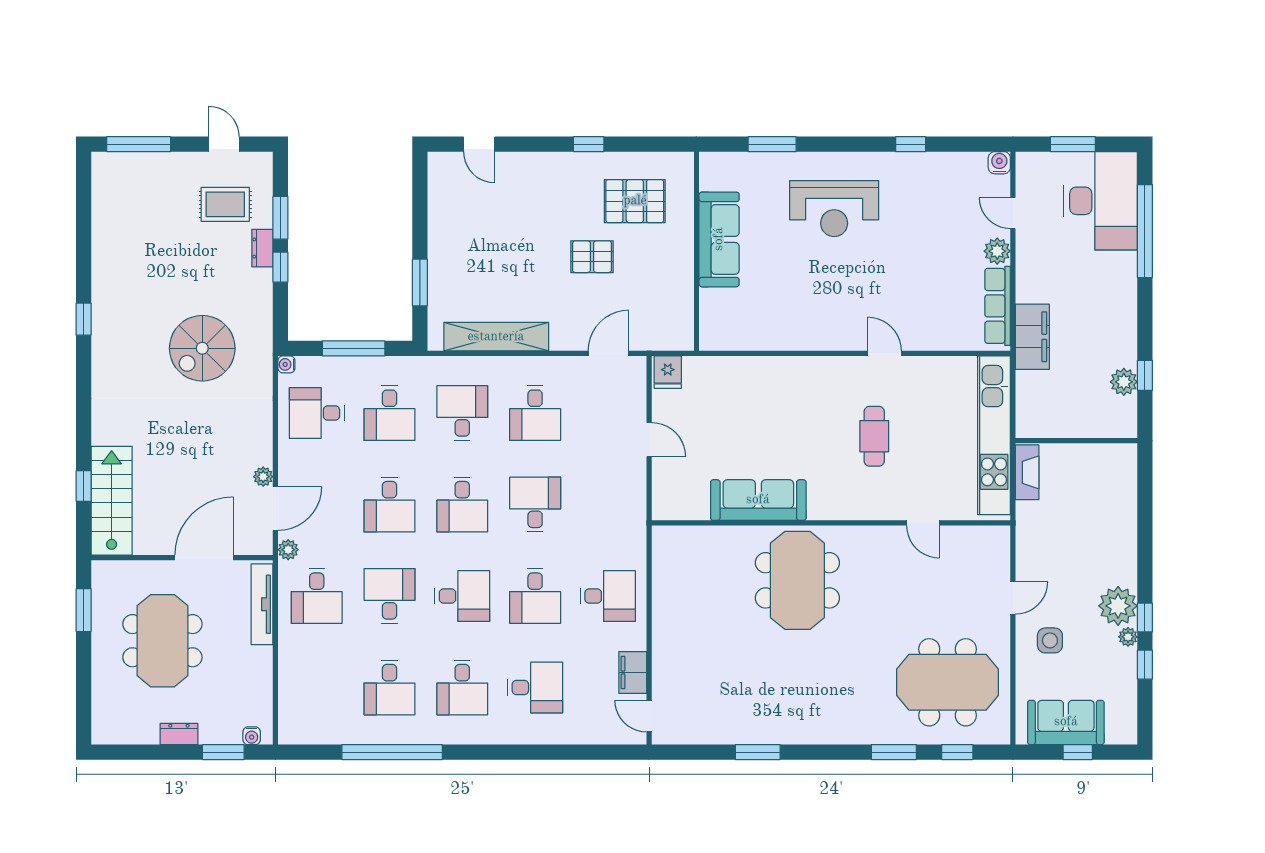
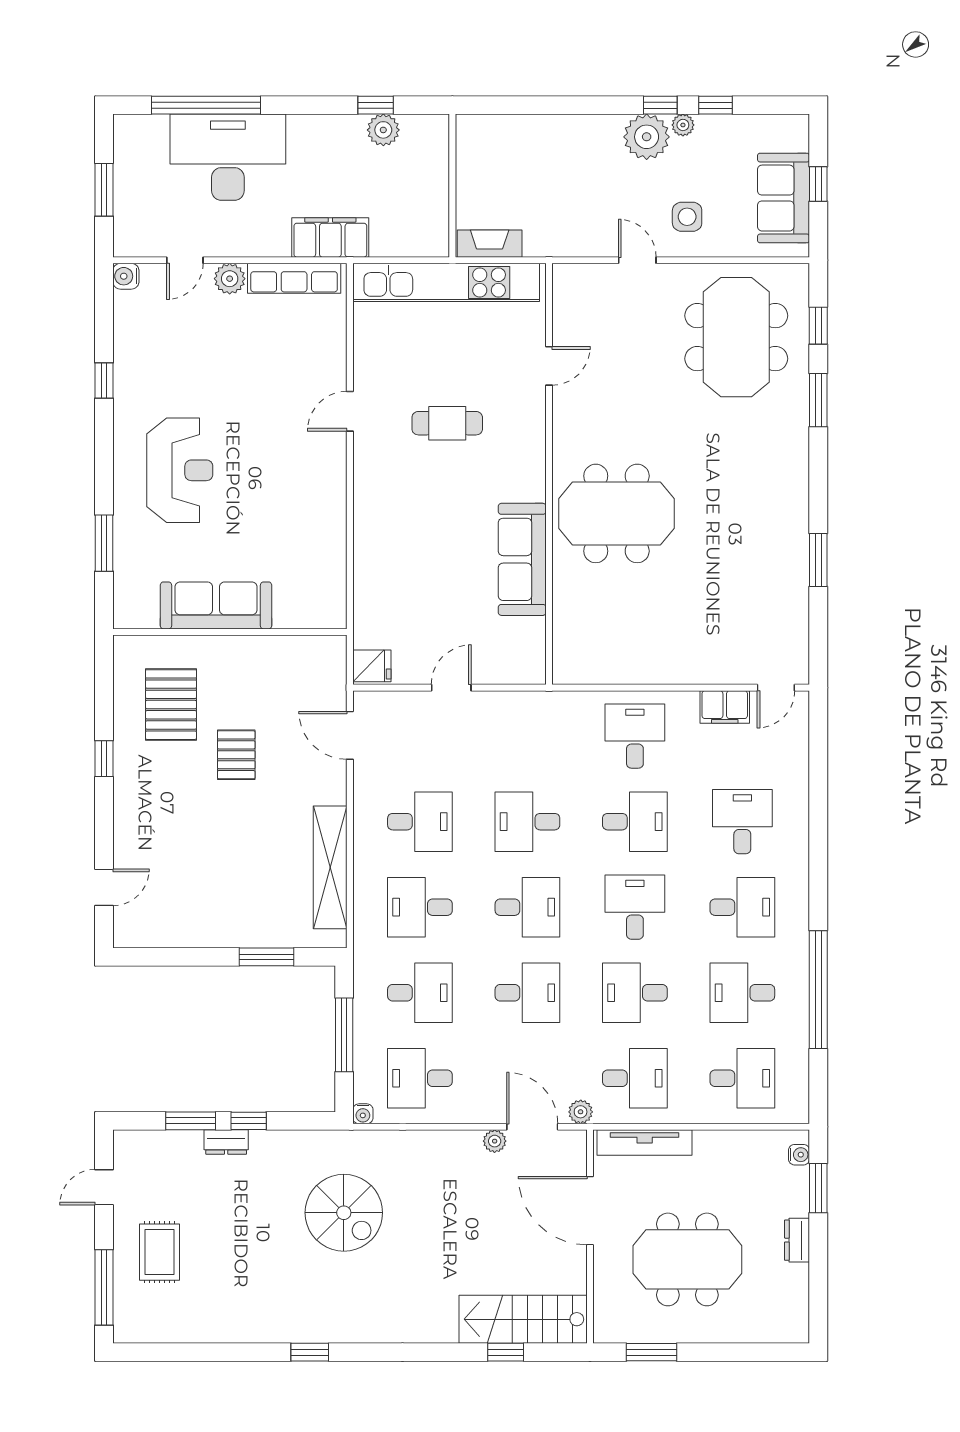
desk: (1101, 201) -> (228, 157), moved
rug: (225, 204) -> (159, 1252), moved
desk: (317, 413) -> (420, 1078), turned 90
desk: (317, 687) -> (742, 1078), added
desk: (389, 687) -> (742, 993), turned 180

